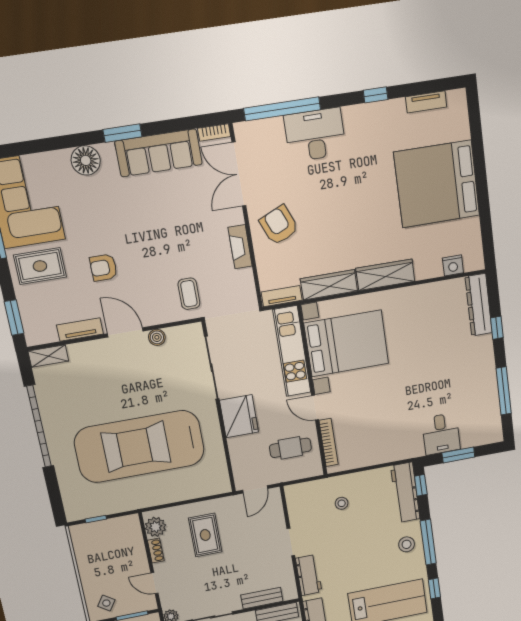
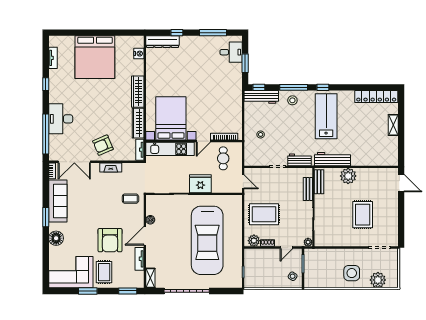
armchair: (103, 268) -> (110, 240), width x1.88, depth x1.88
desk: (441, 434) -> (231, 52), moved
rug: (205, 535) -> (264, 214), width x1.36, depth x1.43

